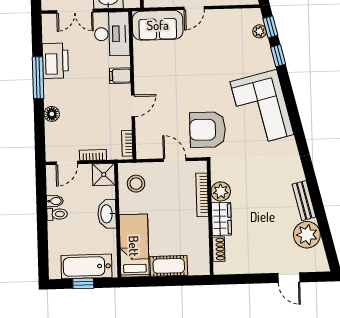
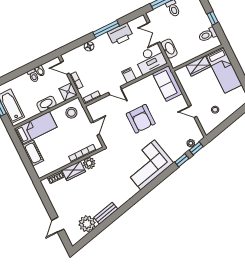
door: (194, 8) -> (193, 111), moved
armchair: (208, 130) -> (141, 119), moved, turned 180

